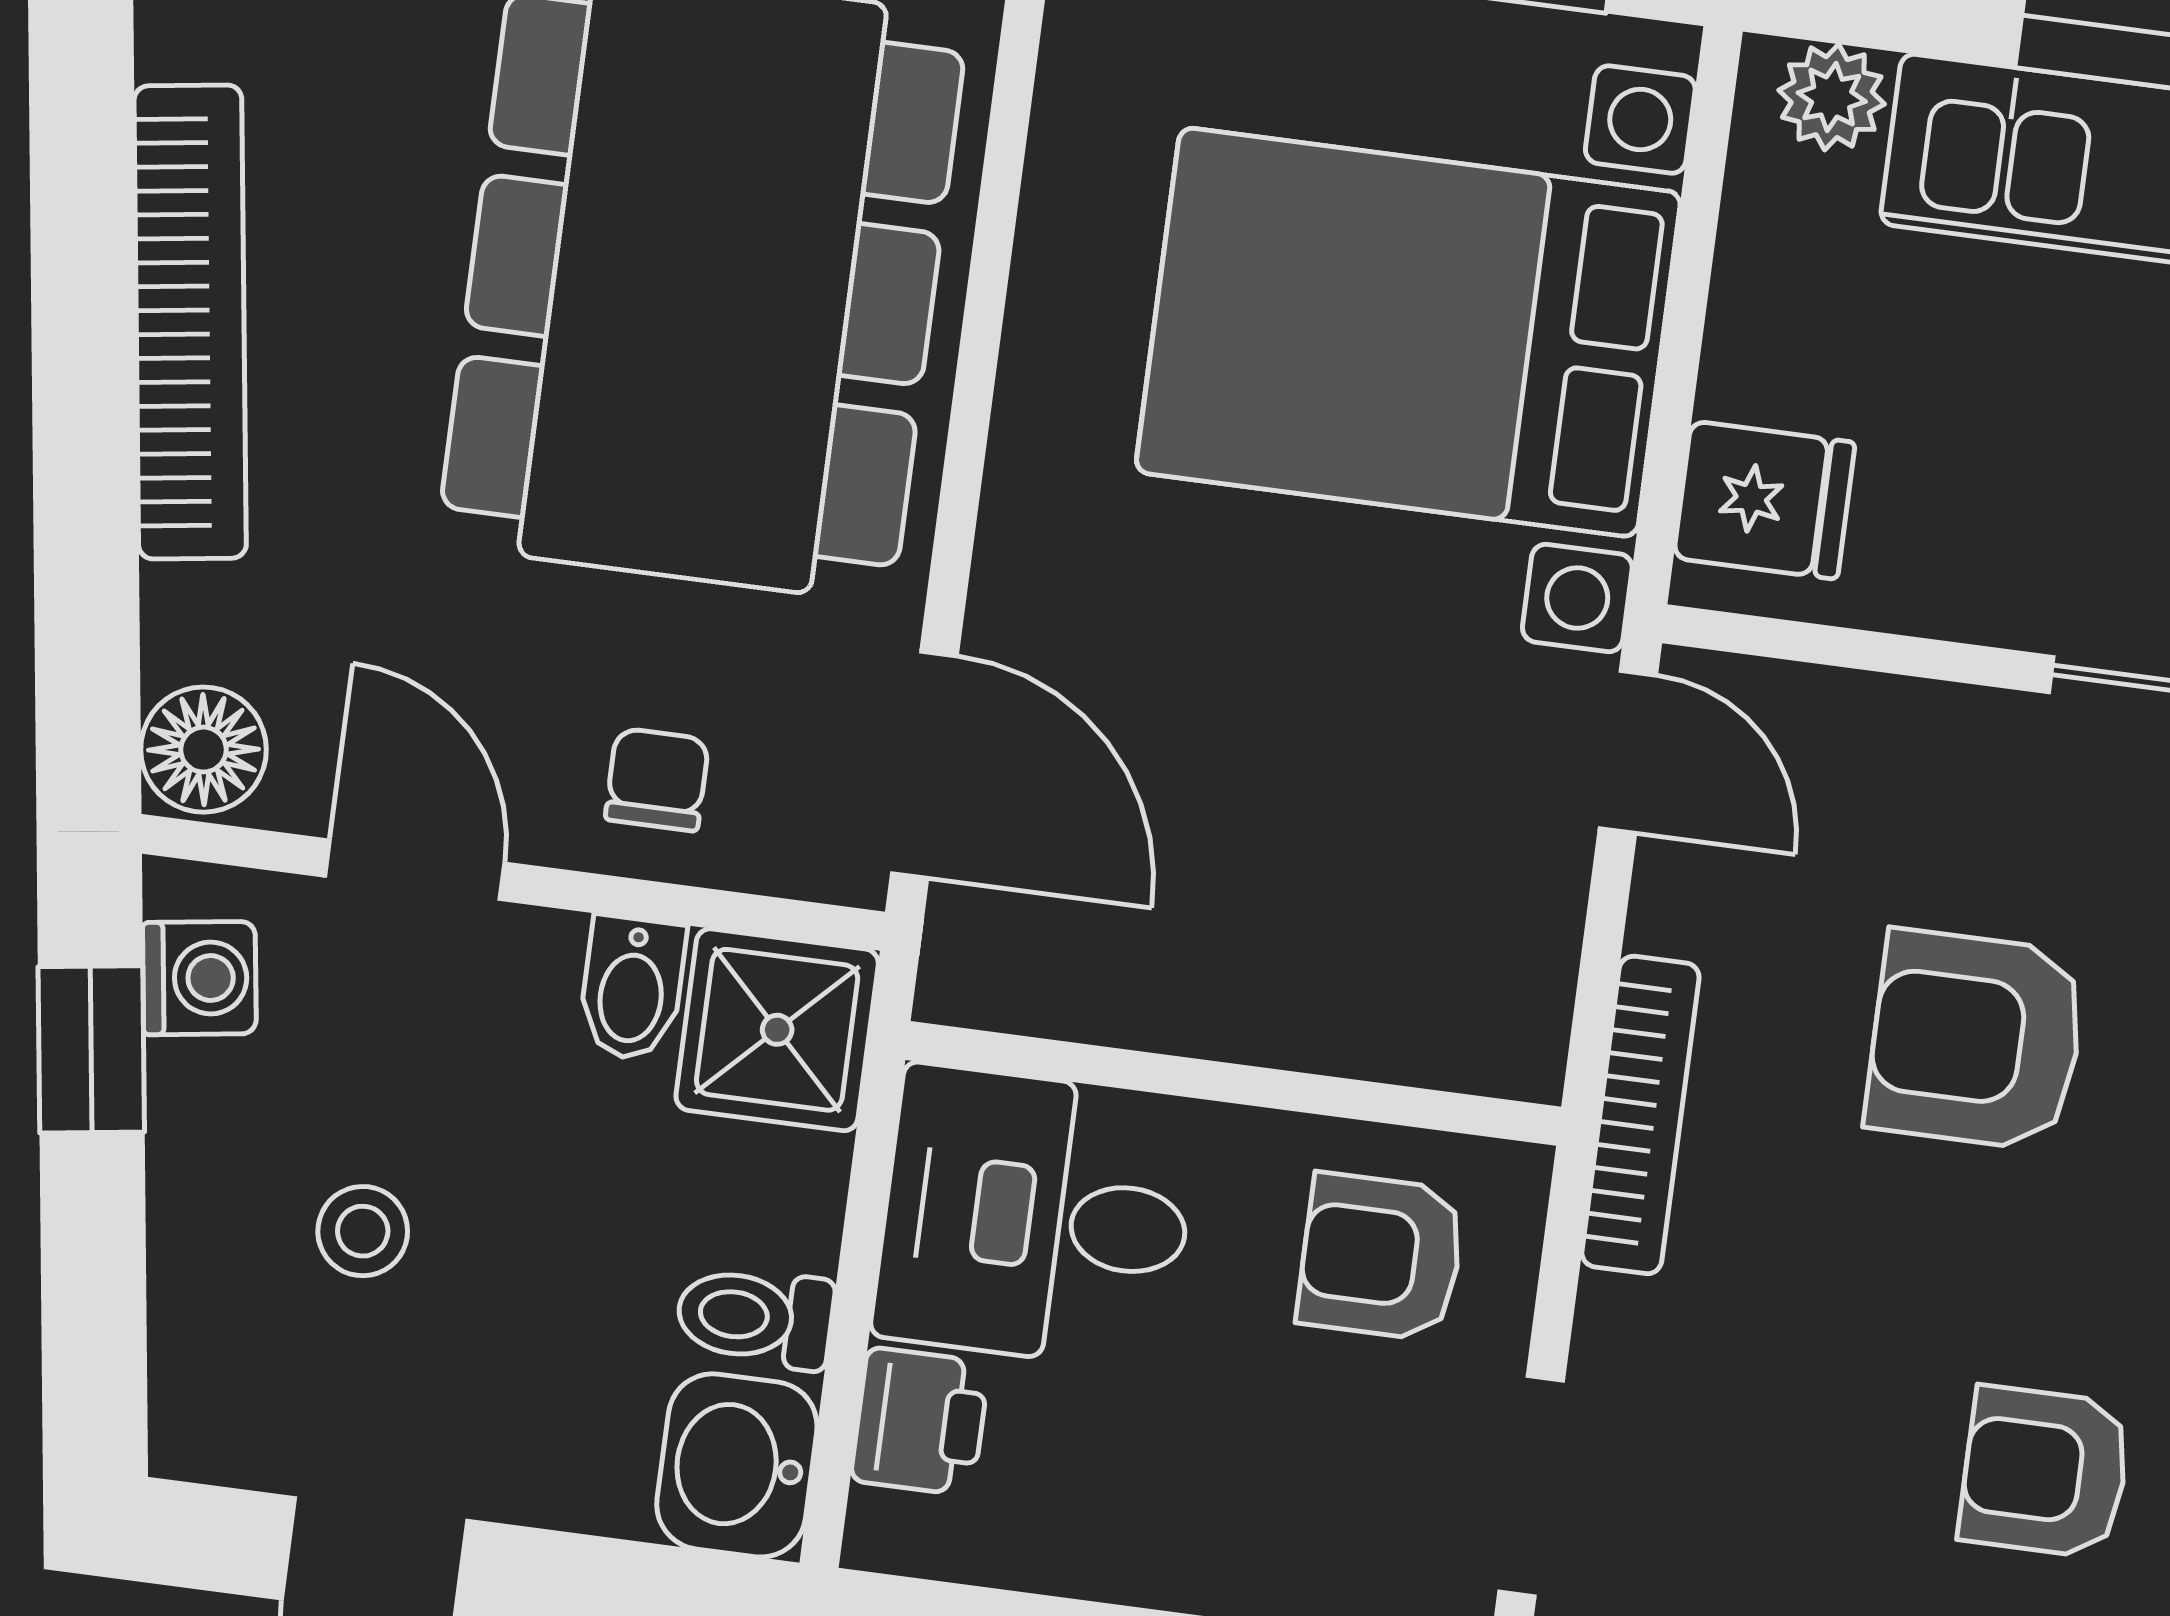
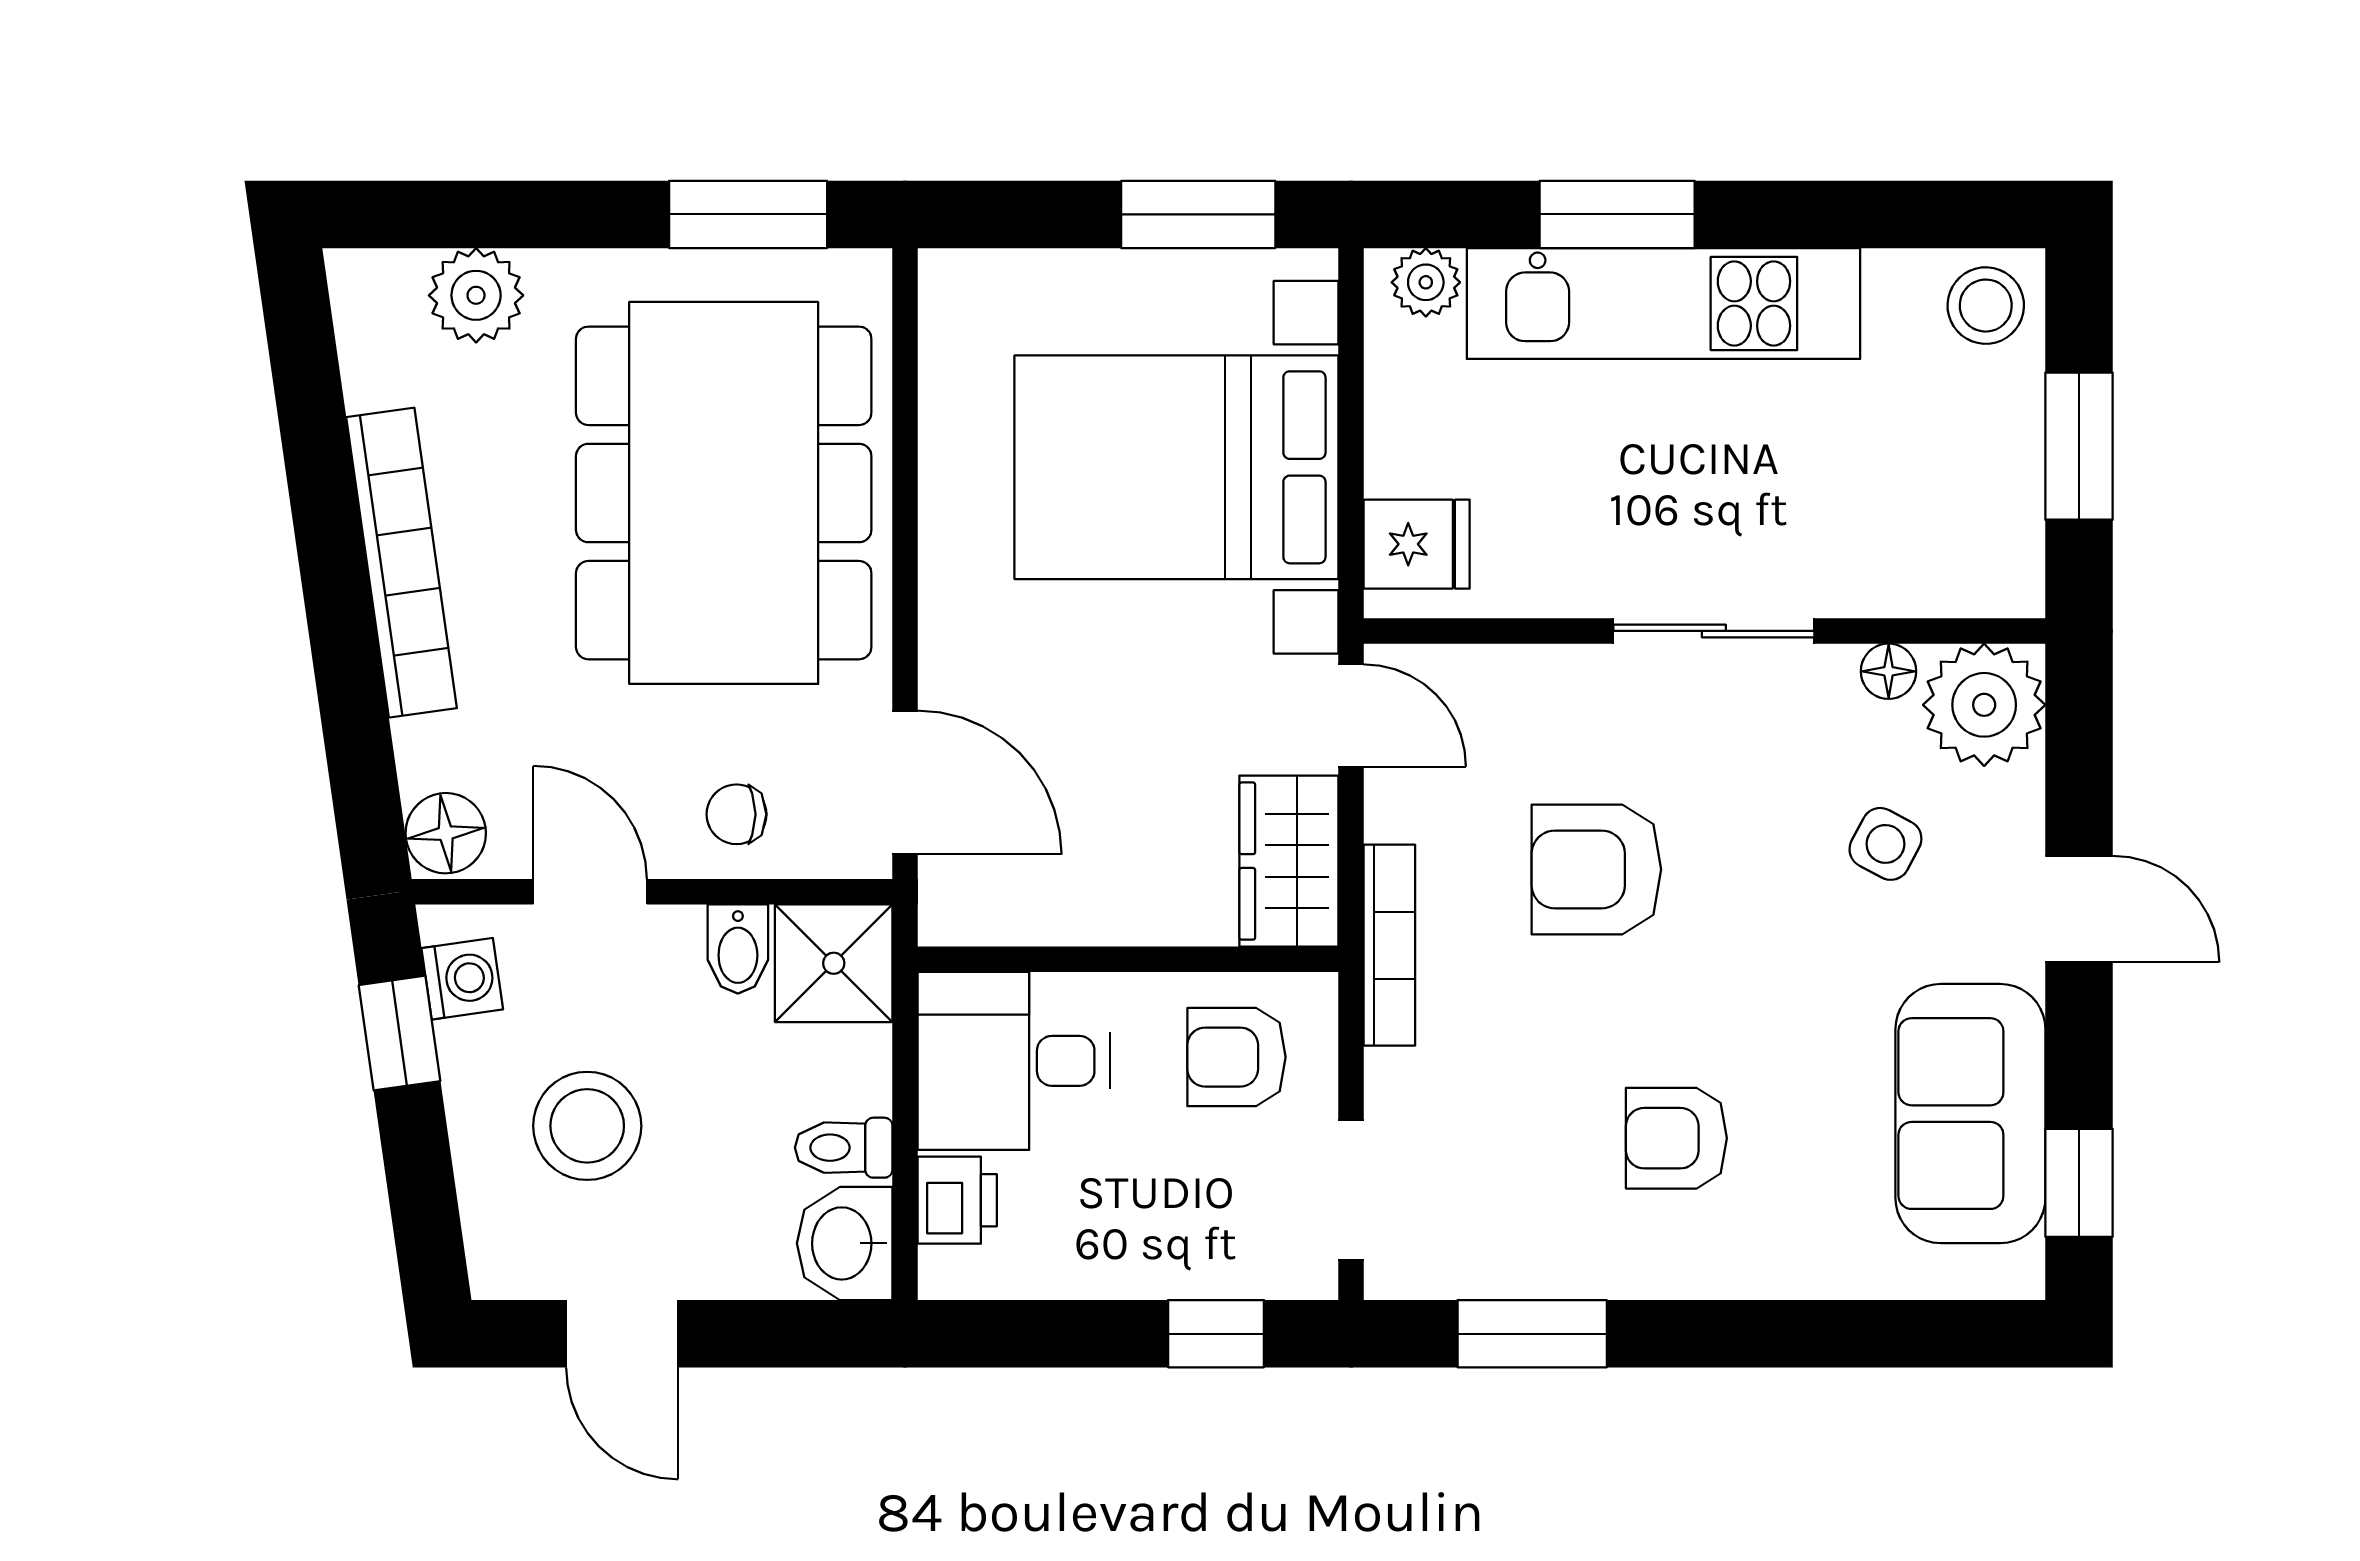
chair: (657, 780) -> (737, 814), turned -90
wardrobe: (1502, 964) -> (1289, 861), added
stool: (363, 1231) -> (587, 1126), width x1.89, depth x1.89

